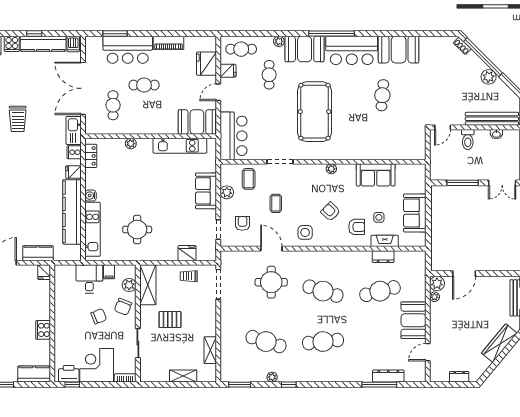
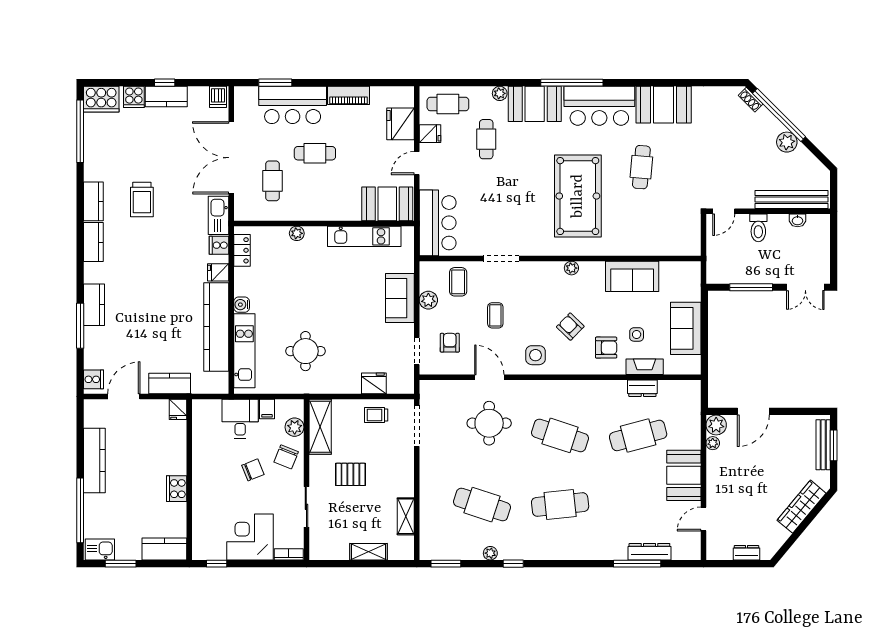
kitchen counter: (43, 44) -> (166, 97), width x0.67
pool table: (314, 112) -> (578, 196), moved
printer: (69, 374) -> (212, 549), removed

